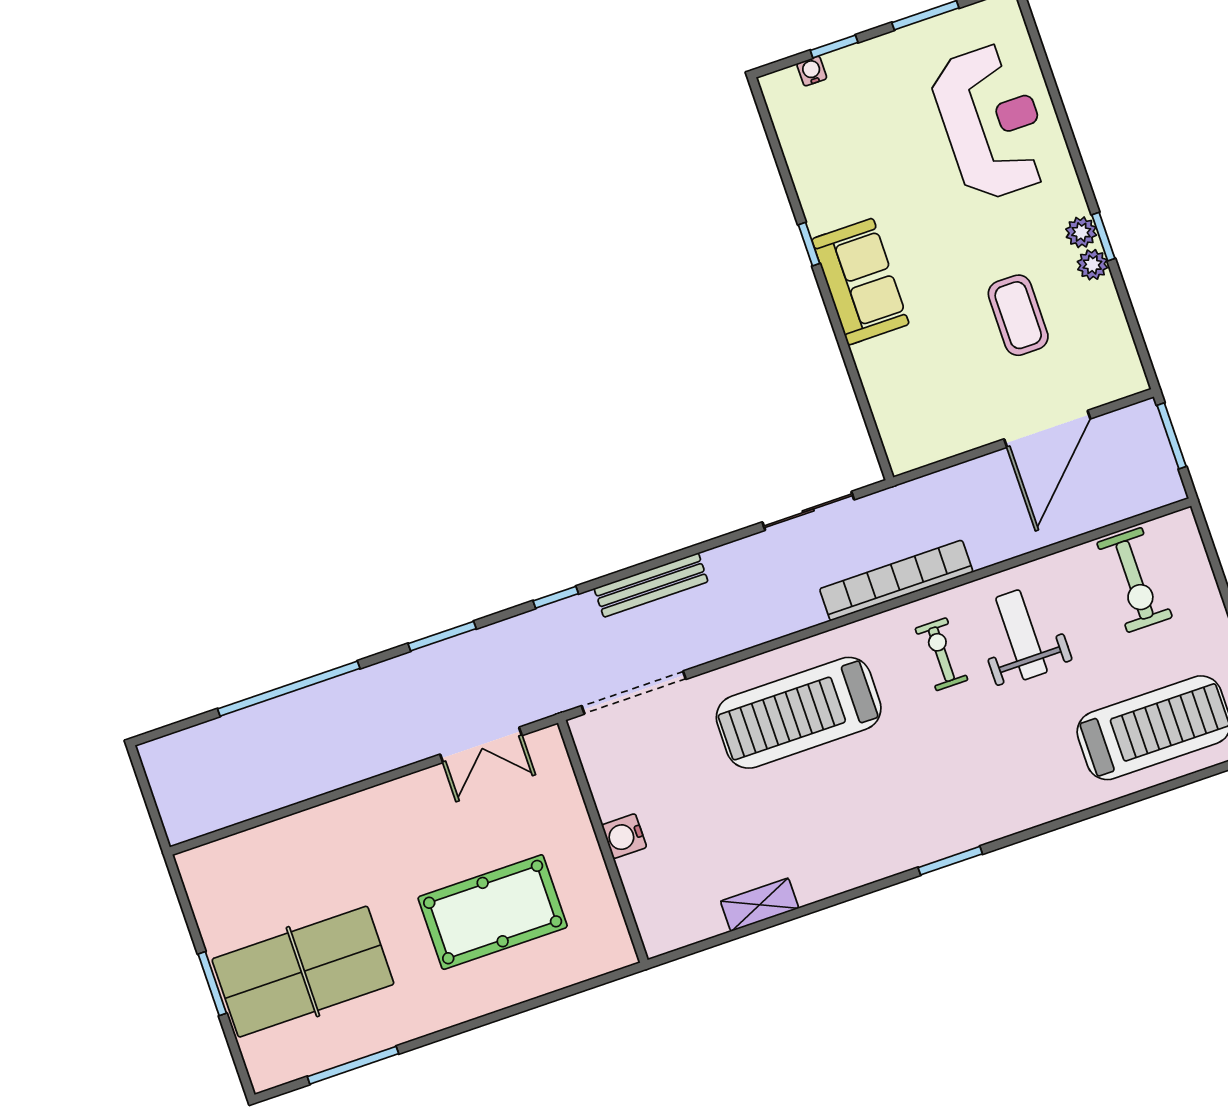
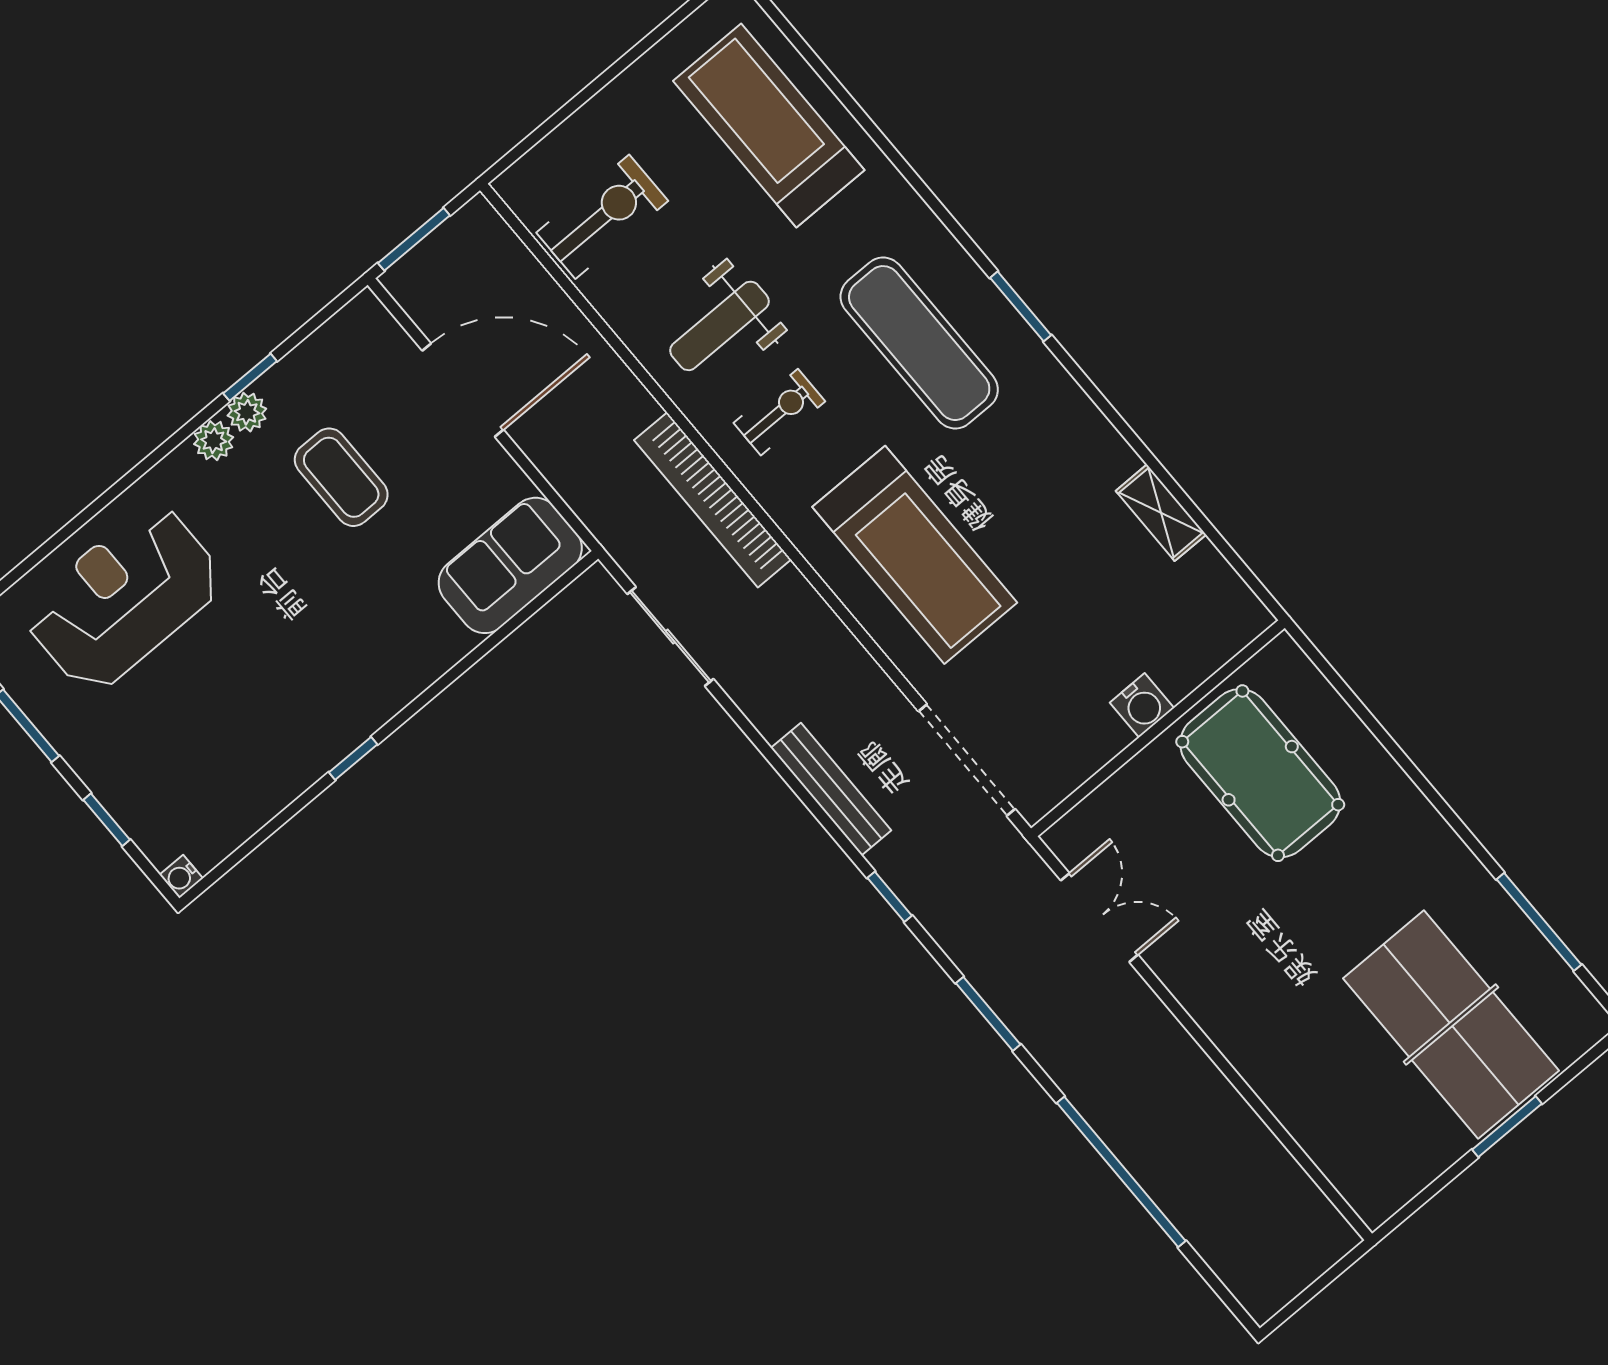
water cooler: (812, 71) -> (181, 877), moved
window: (1103, 237) -> (250, 377), moved
sofa: (860, 282) -> (510, 565), moved
coffee table: (1018, 315) -> (341, 477), turned 90
exercise bike: (941, 654) -> (779, 412), turned 180
exercise mat: (952, 776) -> (919, 343), added
pool table: (493, 912) -> (1260, 773), moved

